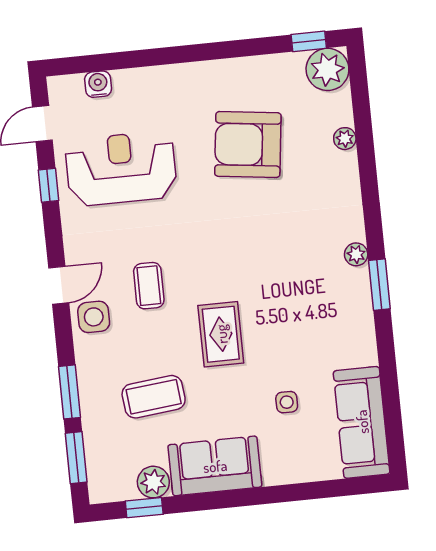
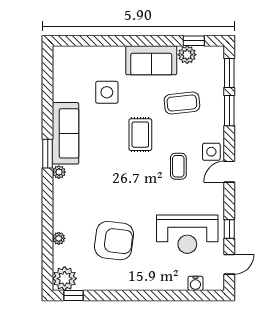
side table: (287, 402) -> (107, 92), width x1.87, depth x1.87
sofa: (362, 422) -> (66, 133), moved

